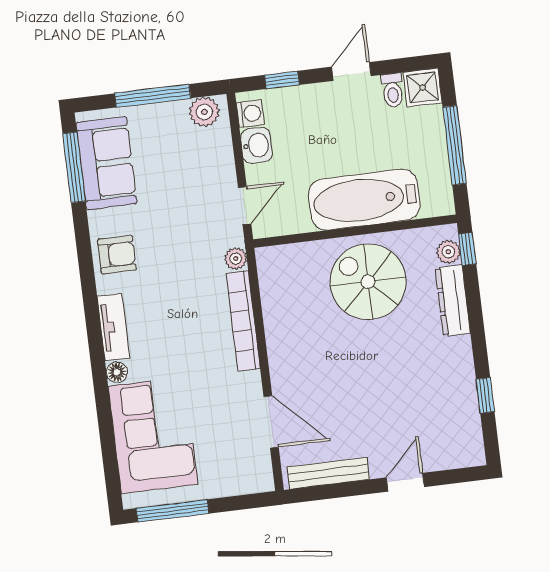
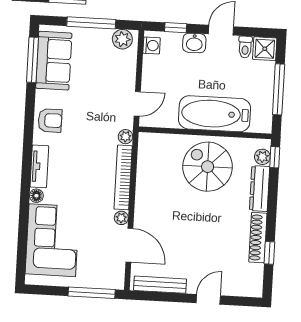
washbasin: (256, 145) -> (194, 43), moved, turned 90
shoe rack: (464, 375) -> (258, 238), added
plant: (251, 383) -> (121, 218), added
window: (173, 511) -> (92, 293), moved

